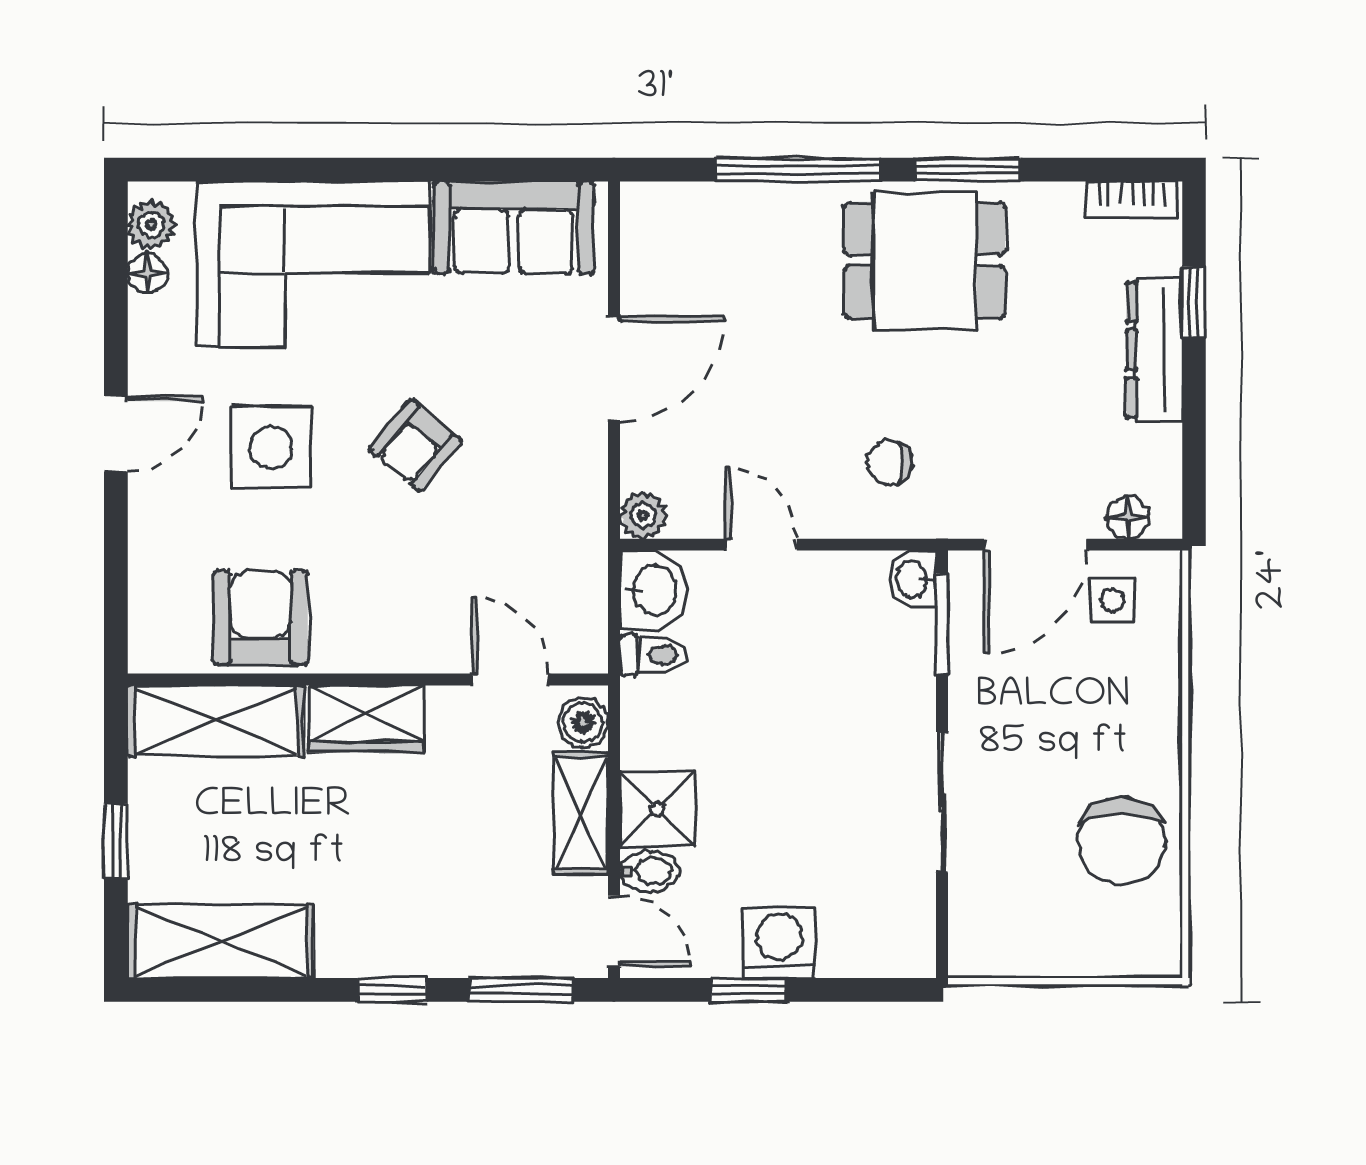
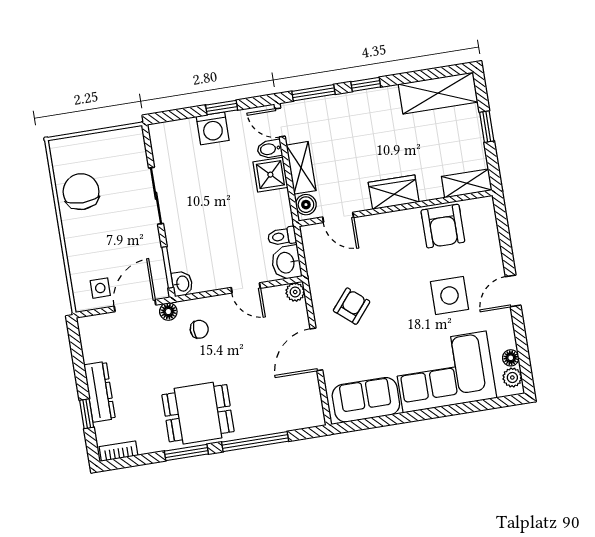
armchair: (415, 445) -> (352, 306), moved
floor lamp: (1128, 517) -> (168, 312), moved
shelving: (216, 721) -> (467, 183), width x0.67, depth x0.75

